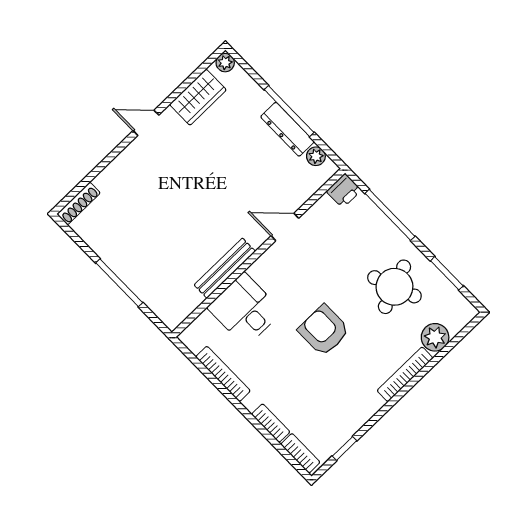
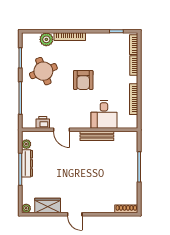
printer: (344, 191) -> (43, 122), moved

